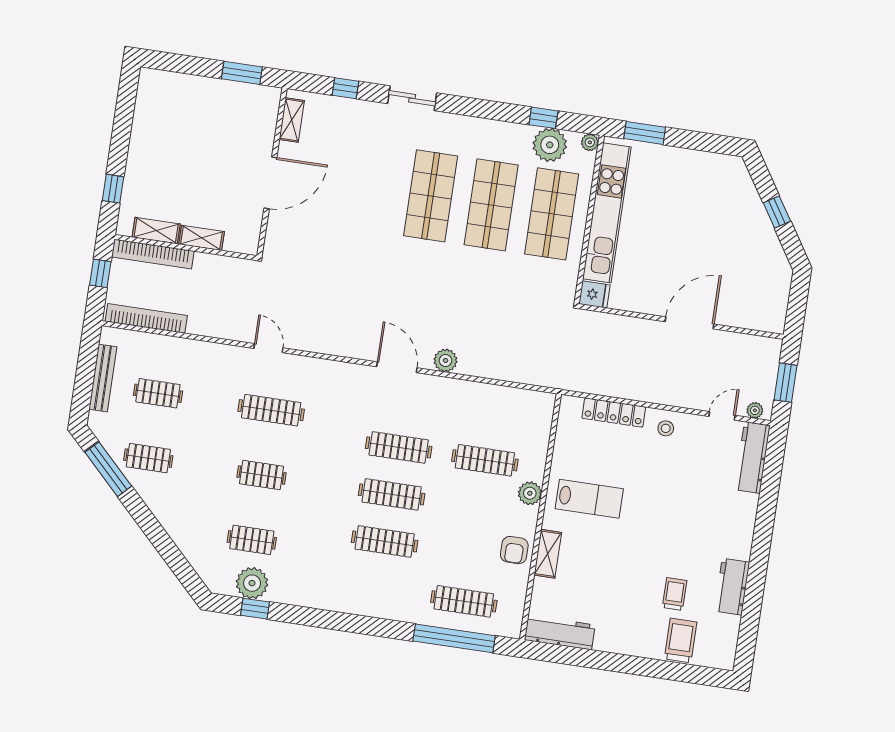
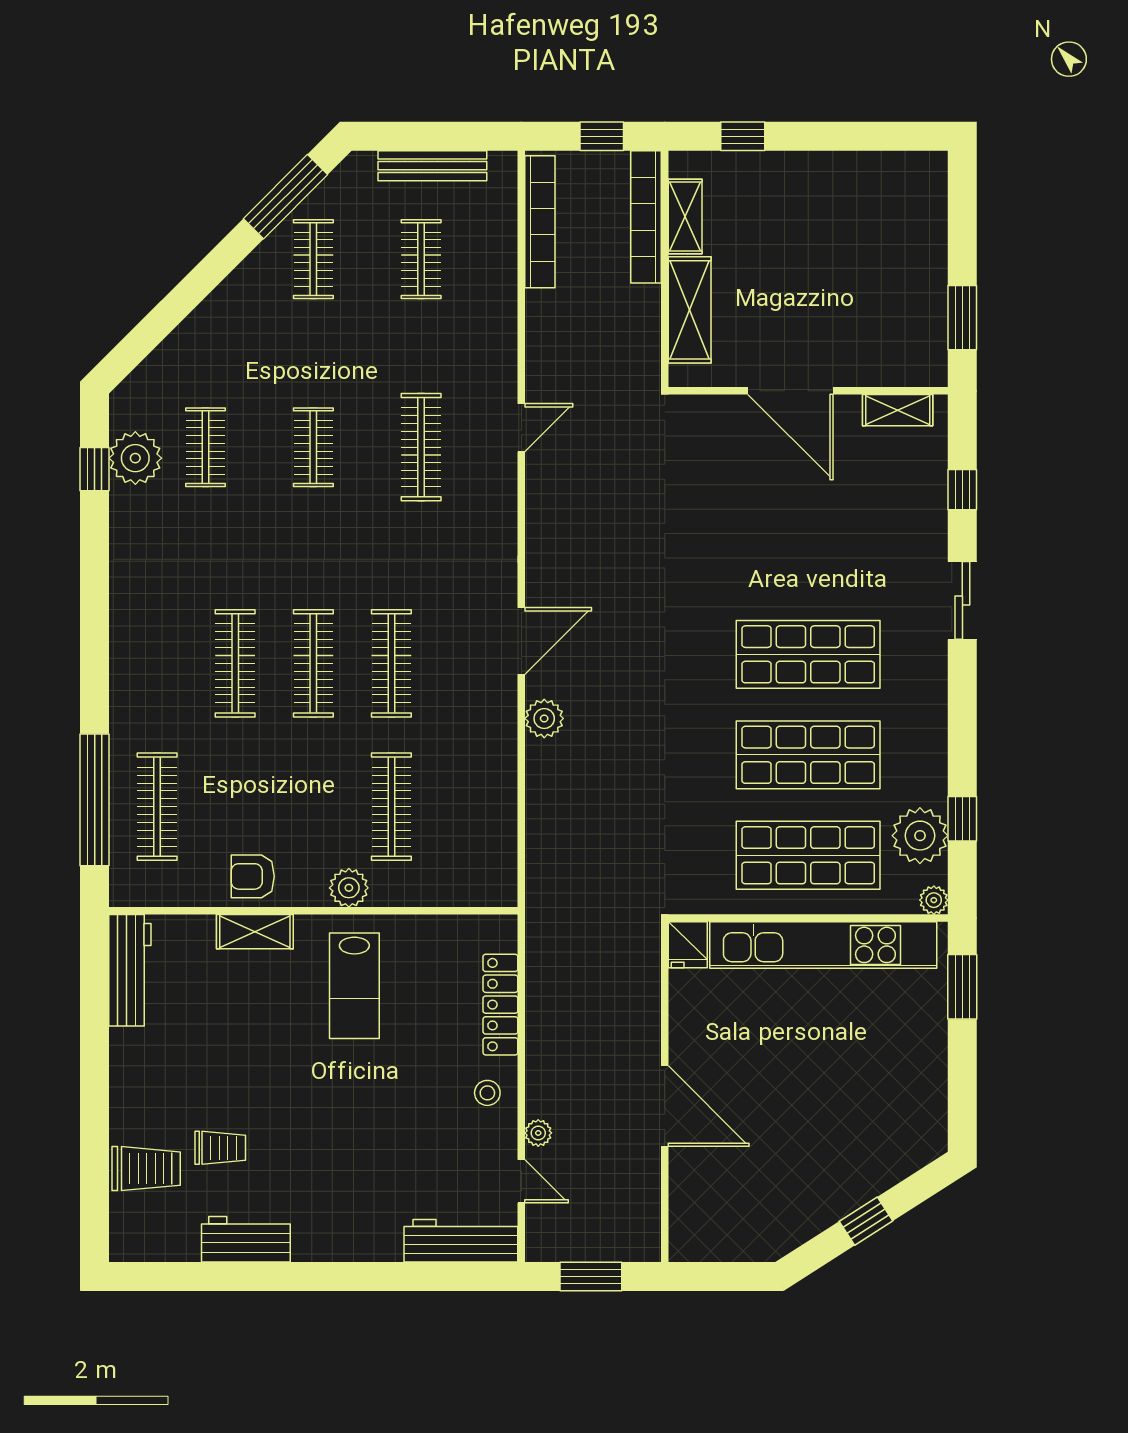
shelving: (202, 238) -> (690, 310), width x1.50, depth x1.33
plant: (755, 410) -> (538, 1133), moved

